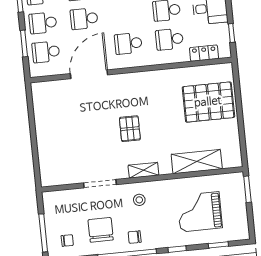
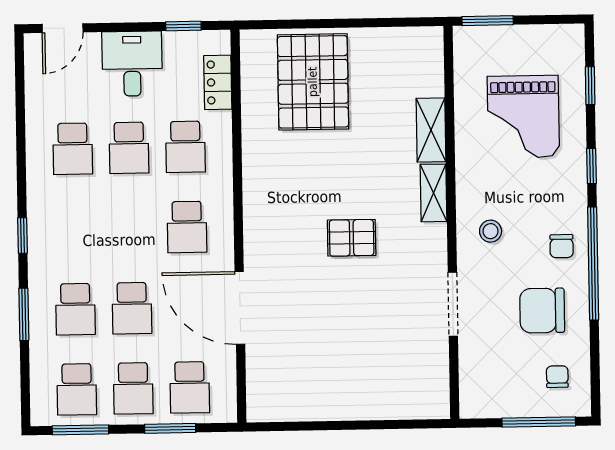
shelving: (197, 162) -> (431, 130), width x0.67, depth x0.75
shelving: (143, 170) -> (434, 193), moved

